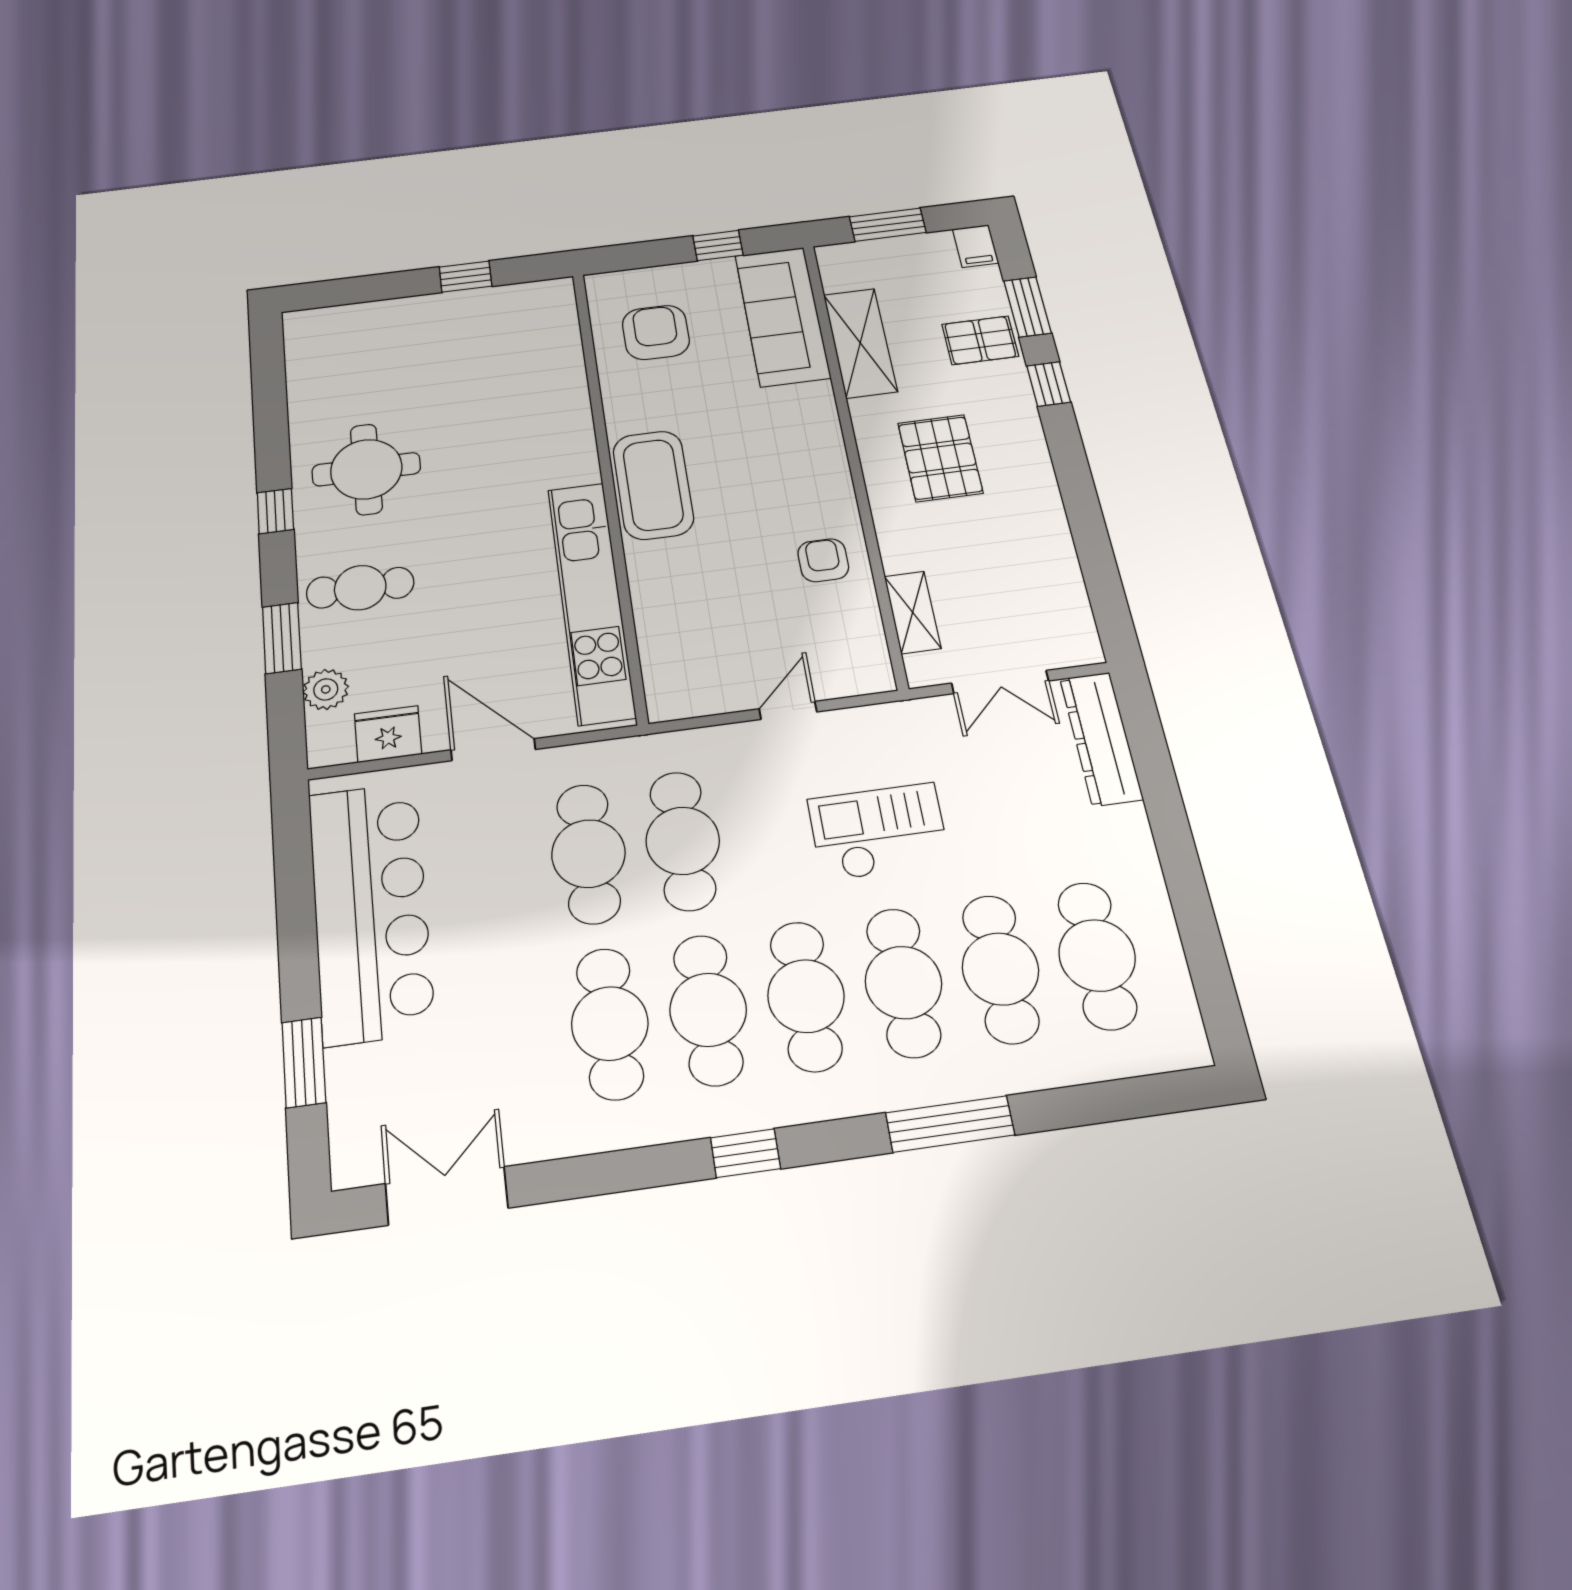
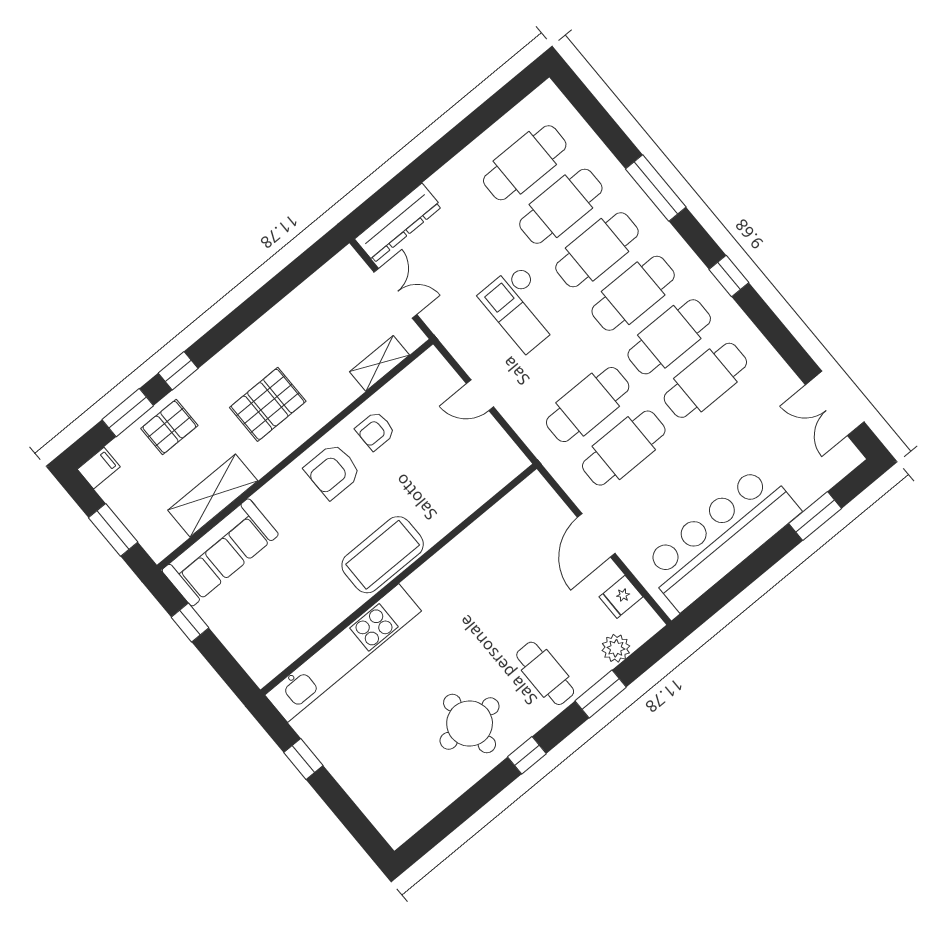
armchair: (656, 332) -> (333, 471), moved
pallet: (980, 340) -> (169, 427), turned 90
kitchen unit: (591, 601) -> (343, 653), moved
fridge: (388, 734) -> (621, 597), width x0.72

